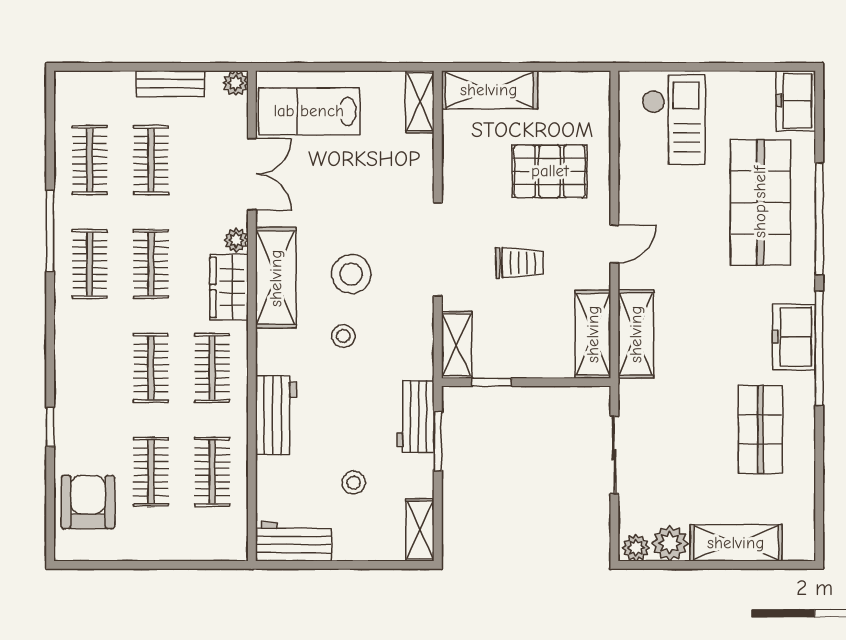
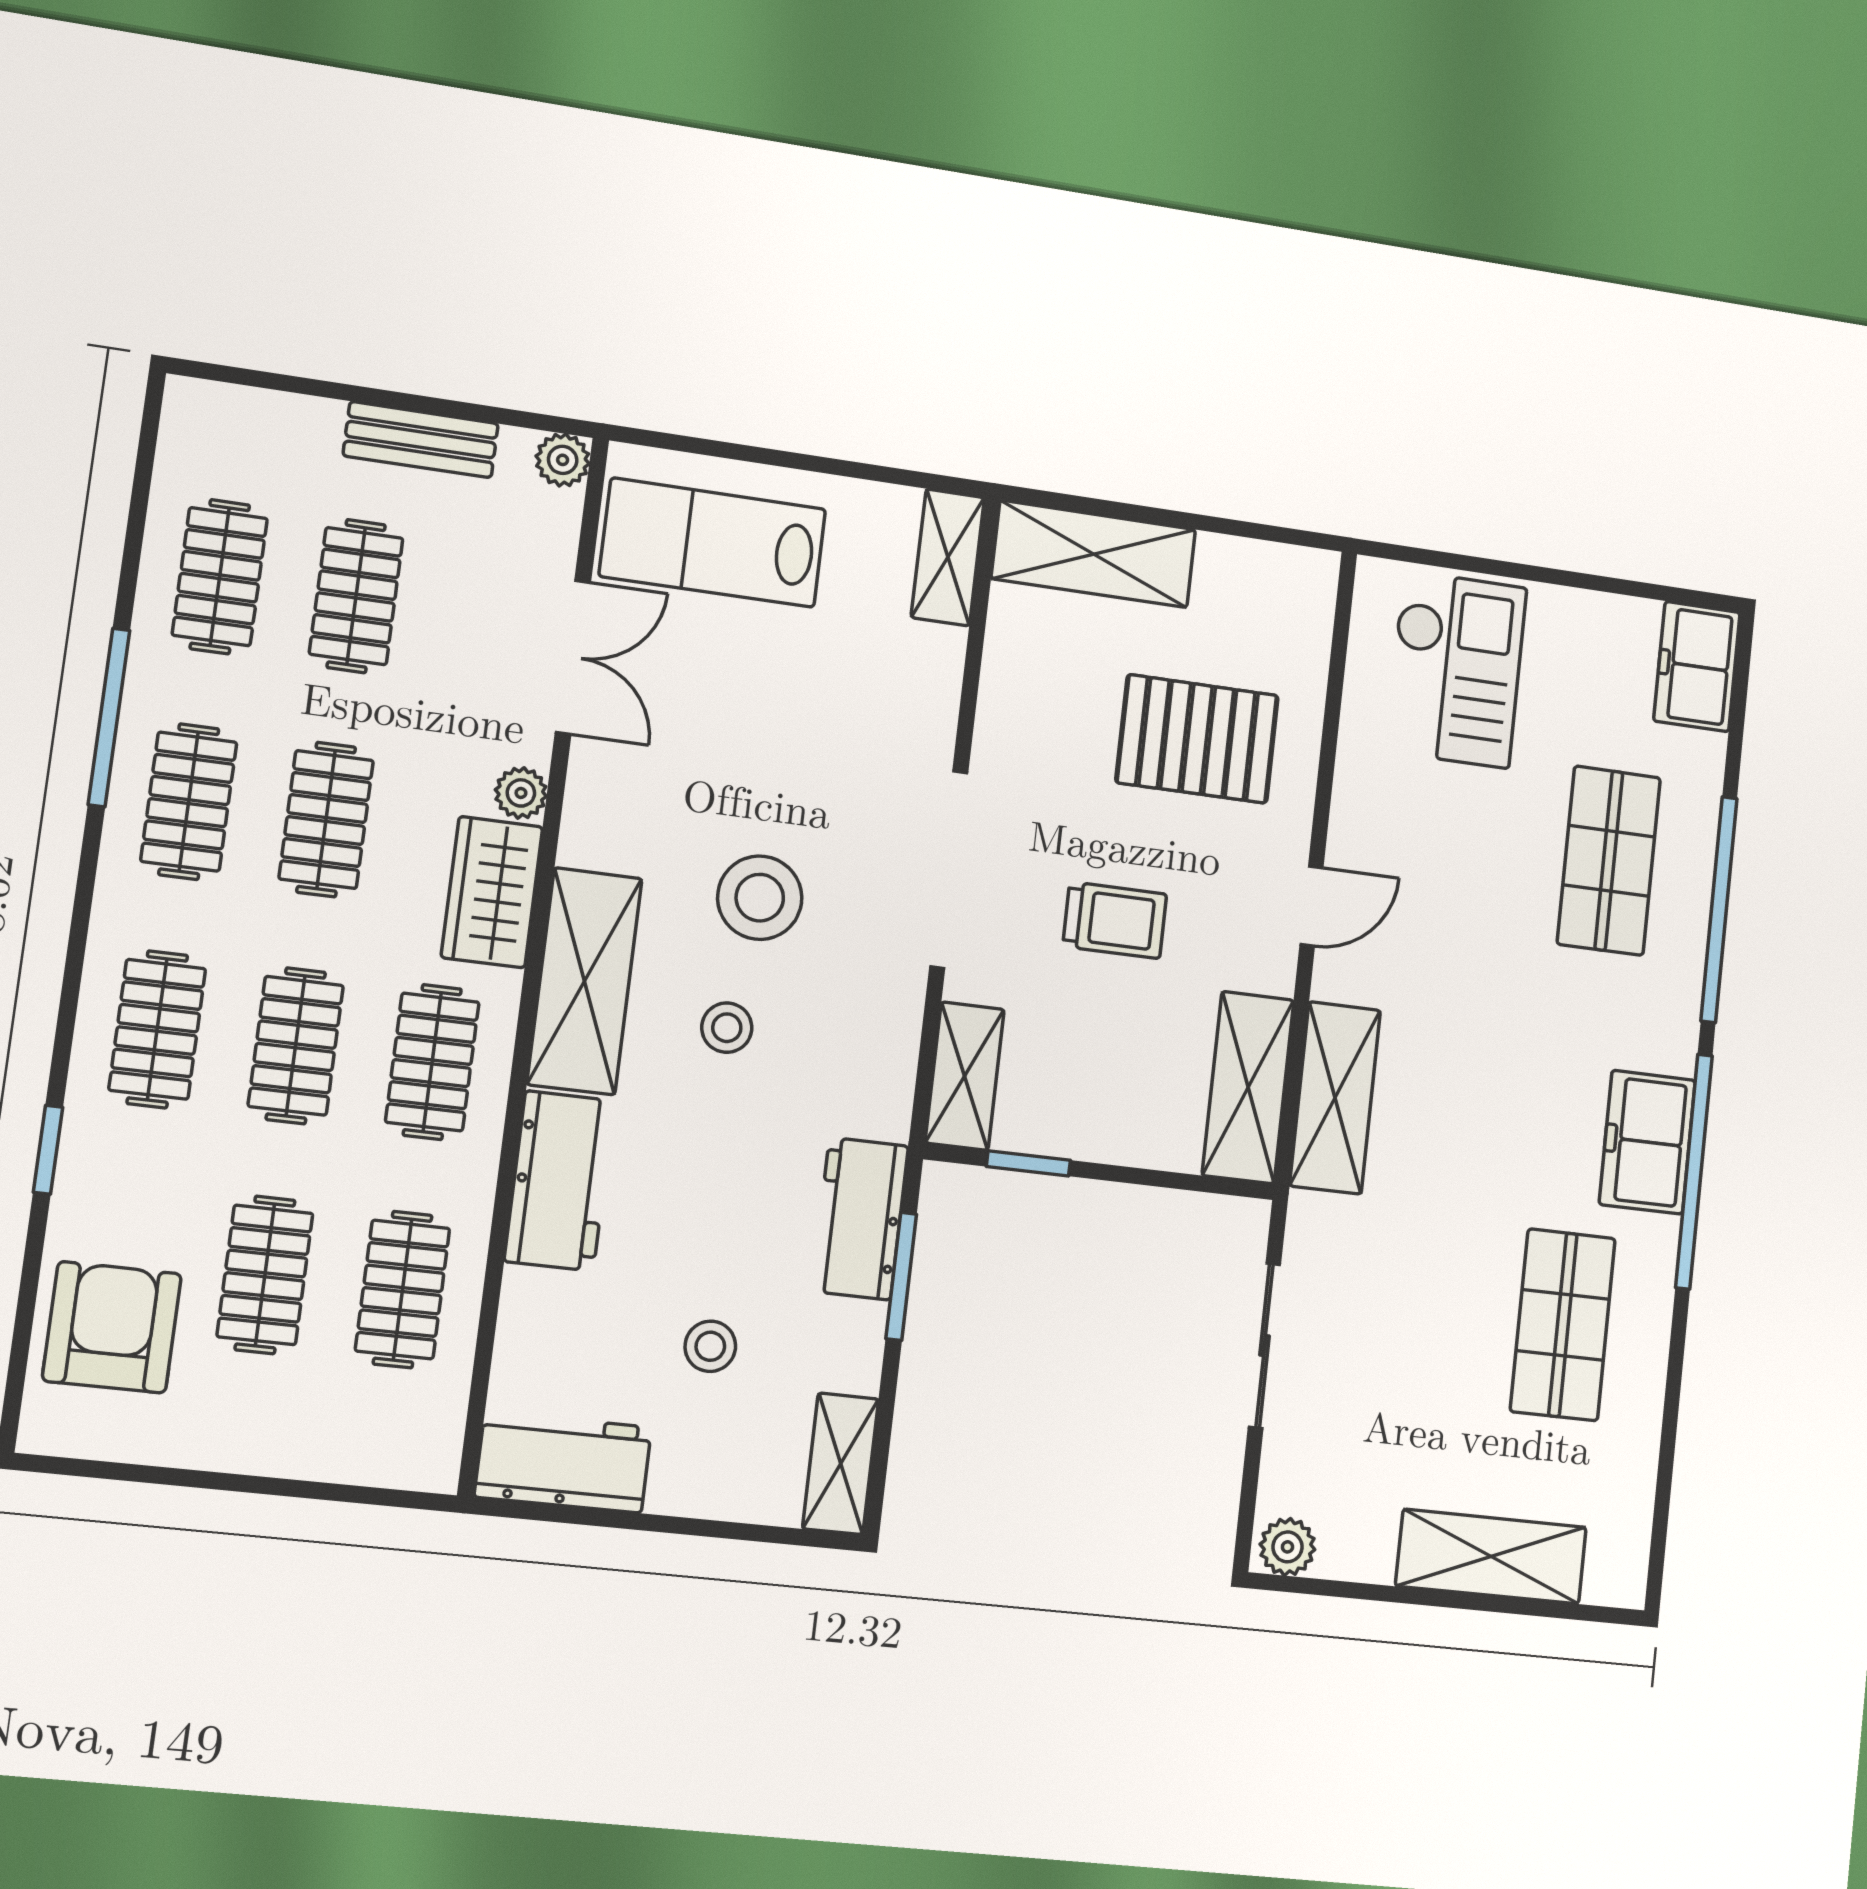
shop shelf: (760, 202) -> (1609, 861), width x0.70, depth x0.74
shelving: (276, 278) -> (584, 981), moved
clothes rail: (90, 368) -> (157, 1029), added
plant: (670, 543) -> (1358, 1544), removed

